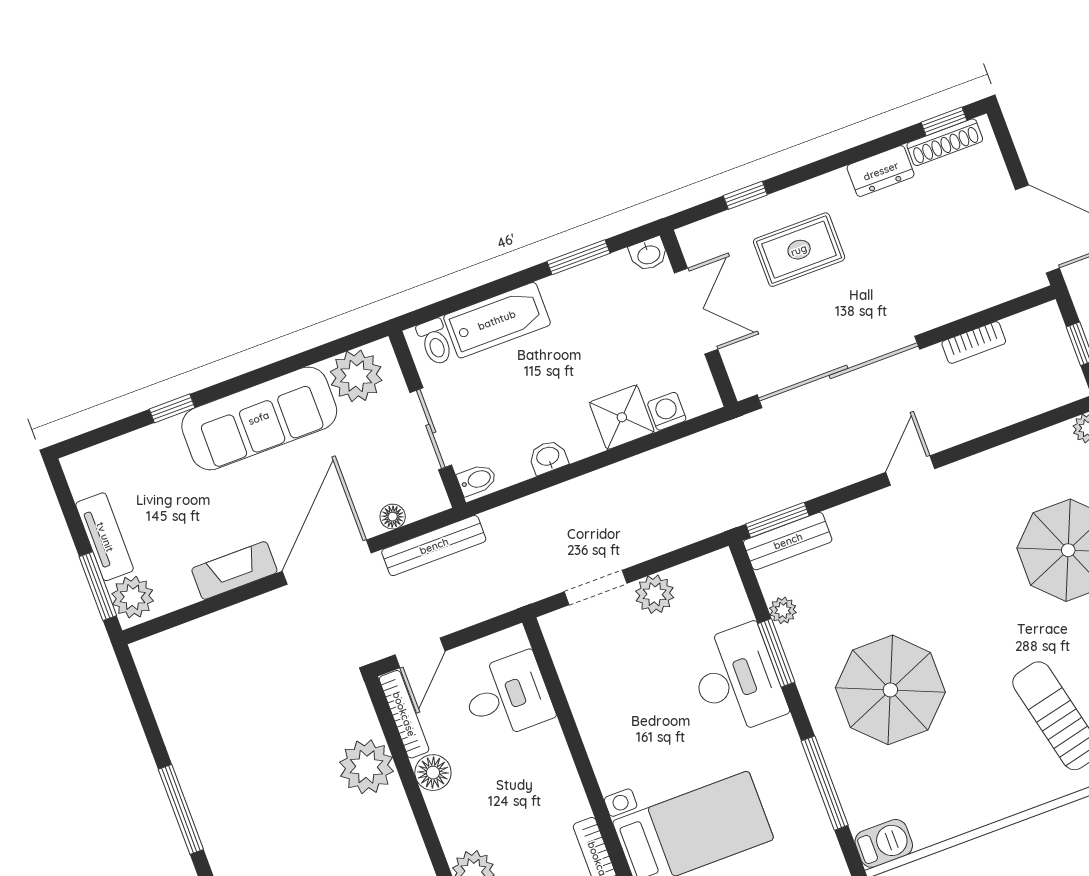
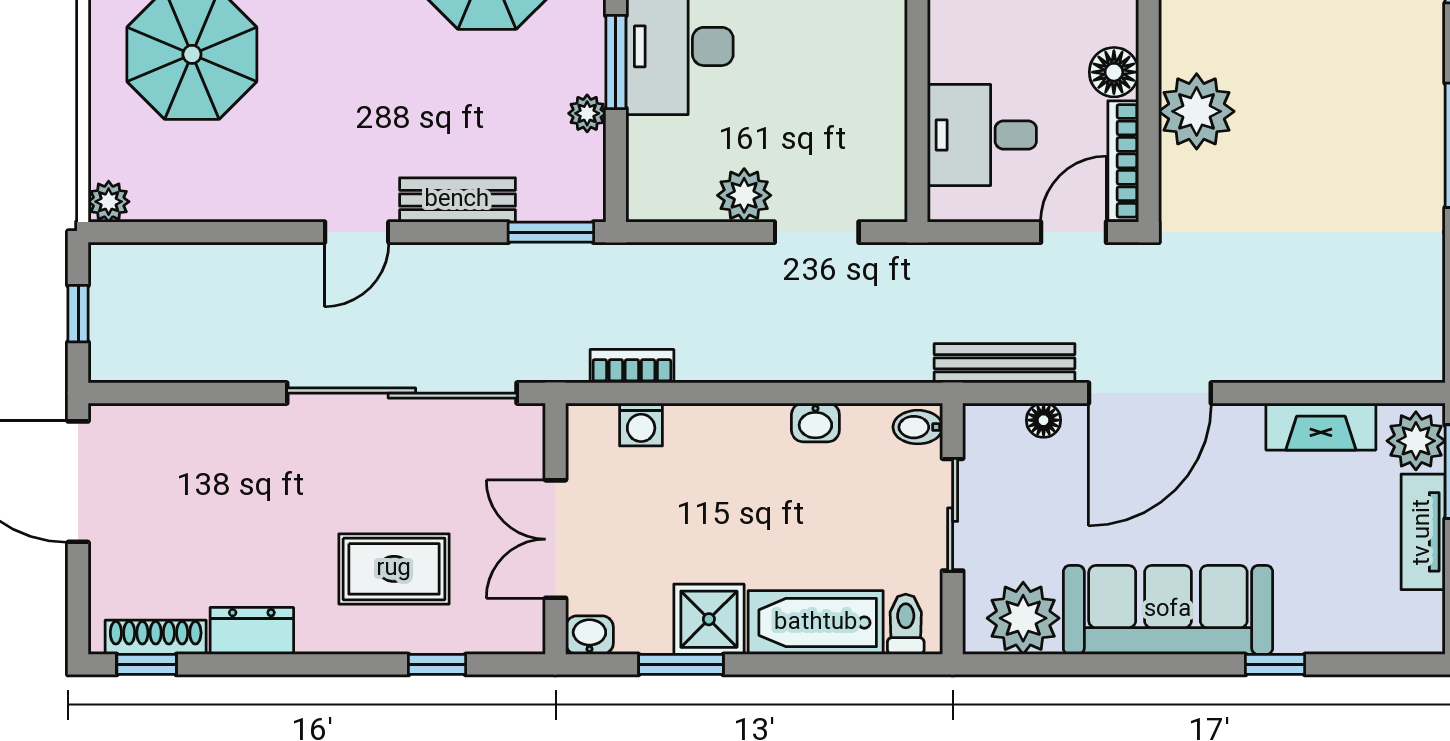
bookcase: (974, 342) -> (632, 366), moved
shower: (622, 417) -> (709, 619), moved
bench: (788, 541) -> (457, 200), moved
fireplace: (234, 570) -> (1321, 427), moved

